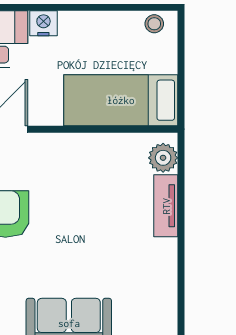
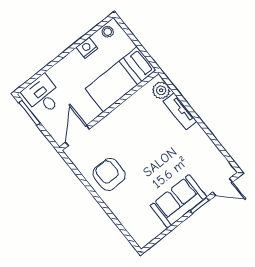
nightstand: (43, 23) -> (87, 48), moved

